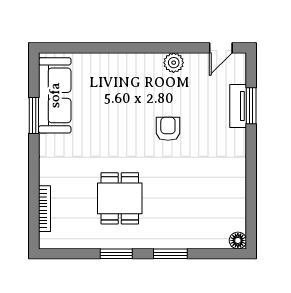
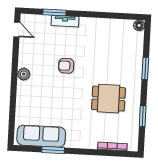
plant: (174, 63) -> (24, 74), moved
tv unit: (238, 106) -> (65, 21), moved
window: (116, 254) -> (143, 116), moved

